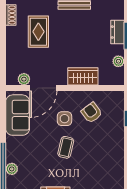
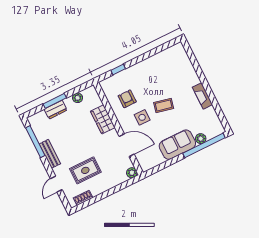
plant: (24, 79) -> (132, 173), moved
armchair: (92, 113) -> (127, 99), turned 127
sofa: (18, 115) -> (177, 145), moved

